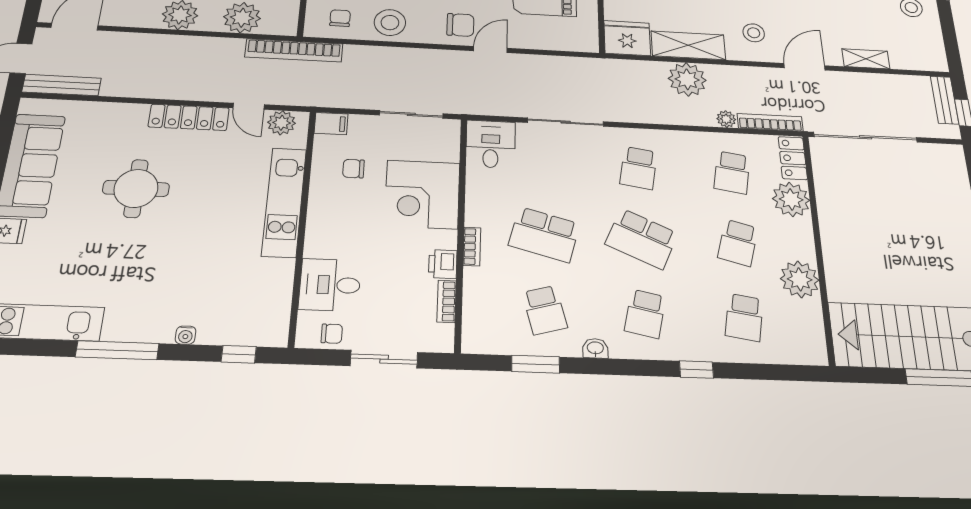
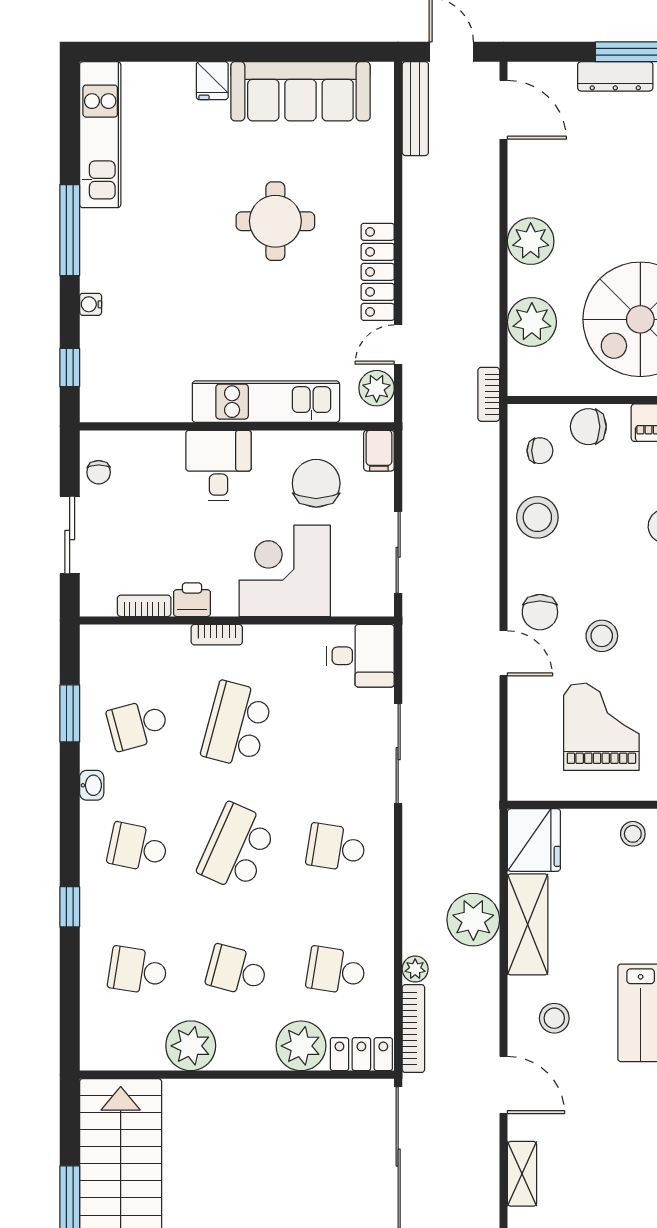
bookcase: (294, 50) -> (489, 394), width x0.43, depth x0.76
chair: (353, 169) -> (316, 483), width x1.87, depth x1.87
desk: (330, 285) -> (219, 466), moved

